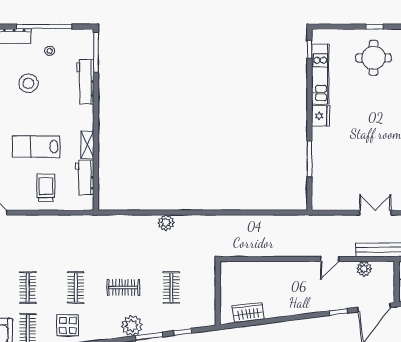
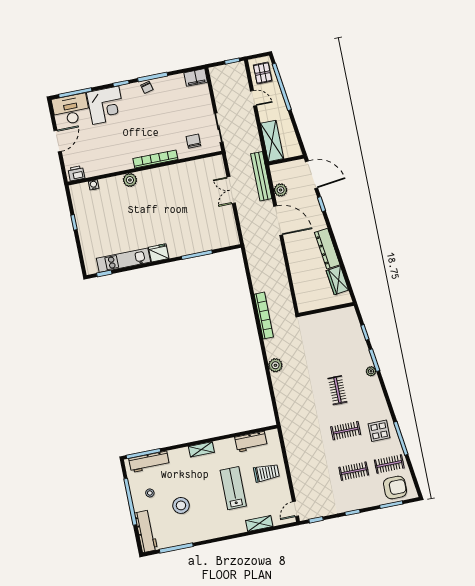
round table: (374, 58) -> (101, 218), removed
workbench: (85, 82) -> (149, 462), moved
shelving: (87, 145) -> (201, 449), moved
lab bench: (36, 147) -> (233, 488), turned 180
trolley: (46, 188) -> (266, 473), turned 180
bookcase: (225, 221) -> (264, 316), added
door: (330, 259) -> (278, 221), width x1.87
clothes rail: (171, 287) -> (329, 350), removed
dresser: (287, 308) -> (327, 249), added
plant: (132, 326) -> (371, 371), width x0.53, depth x0.53

